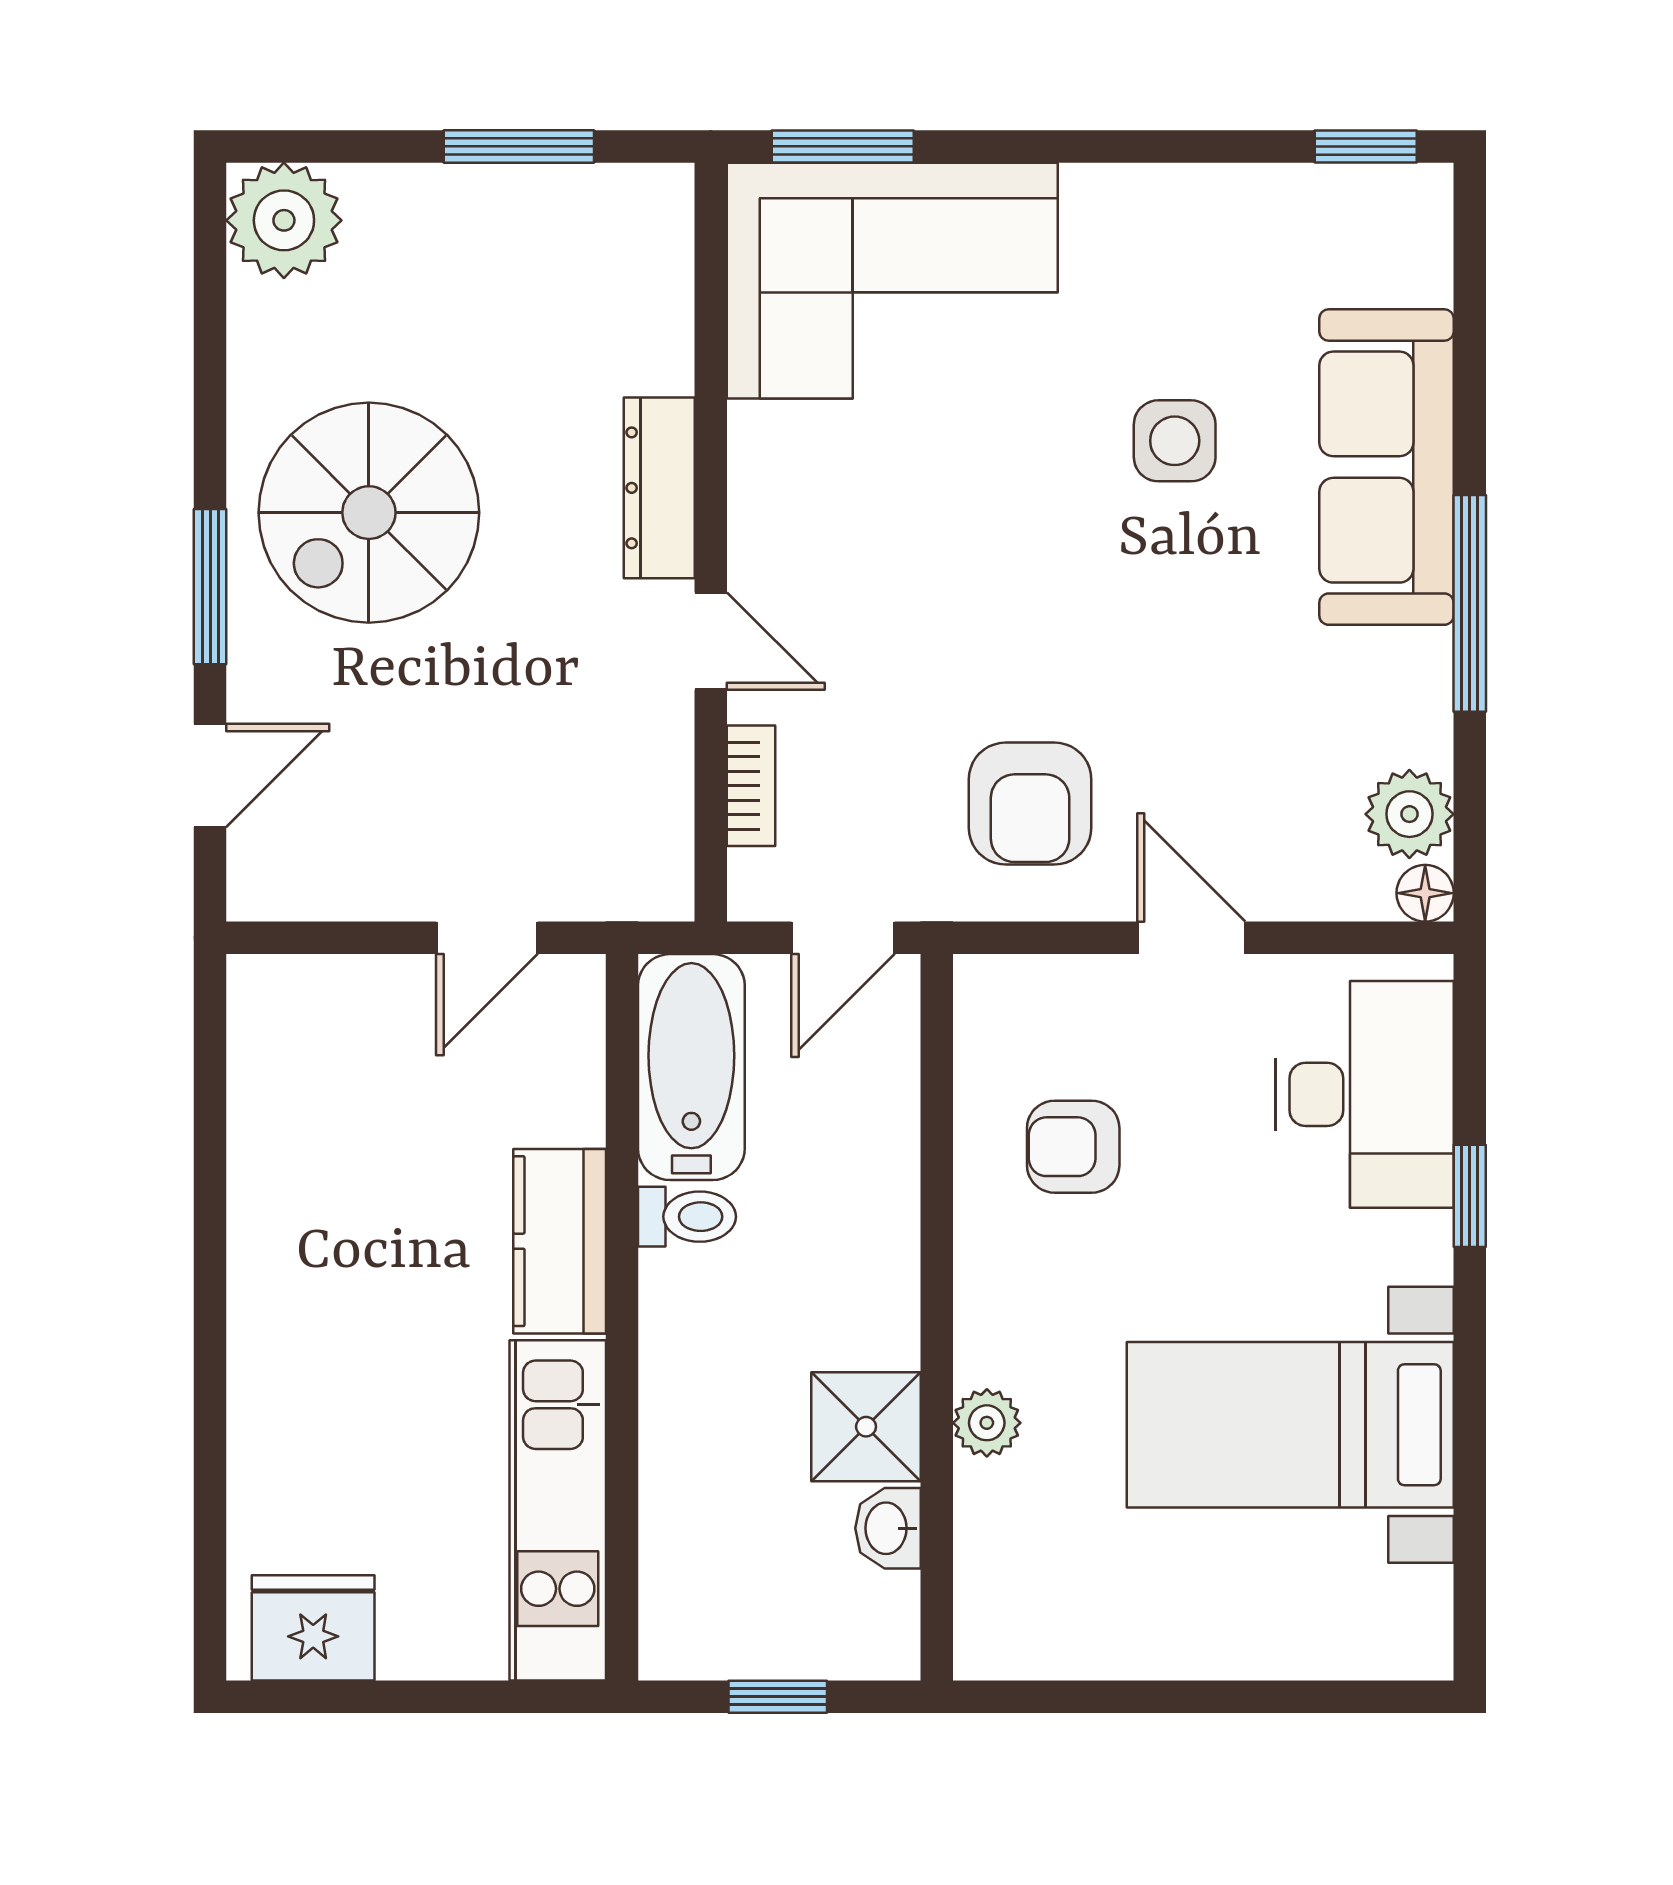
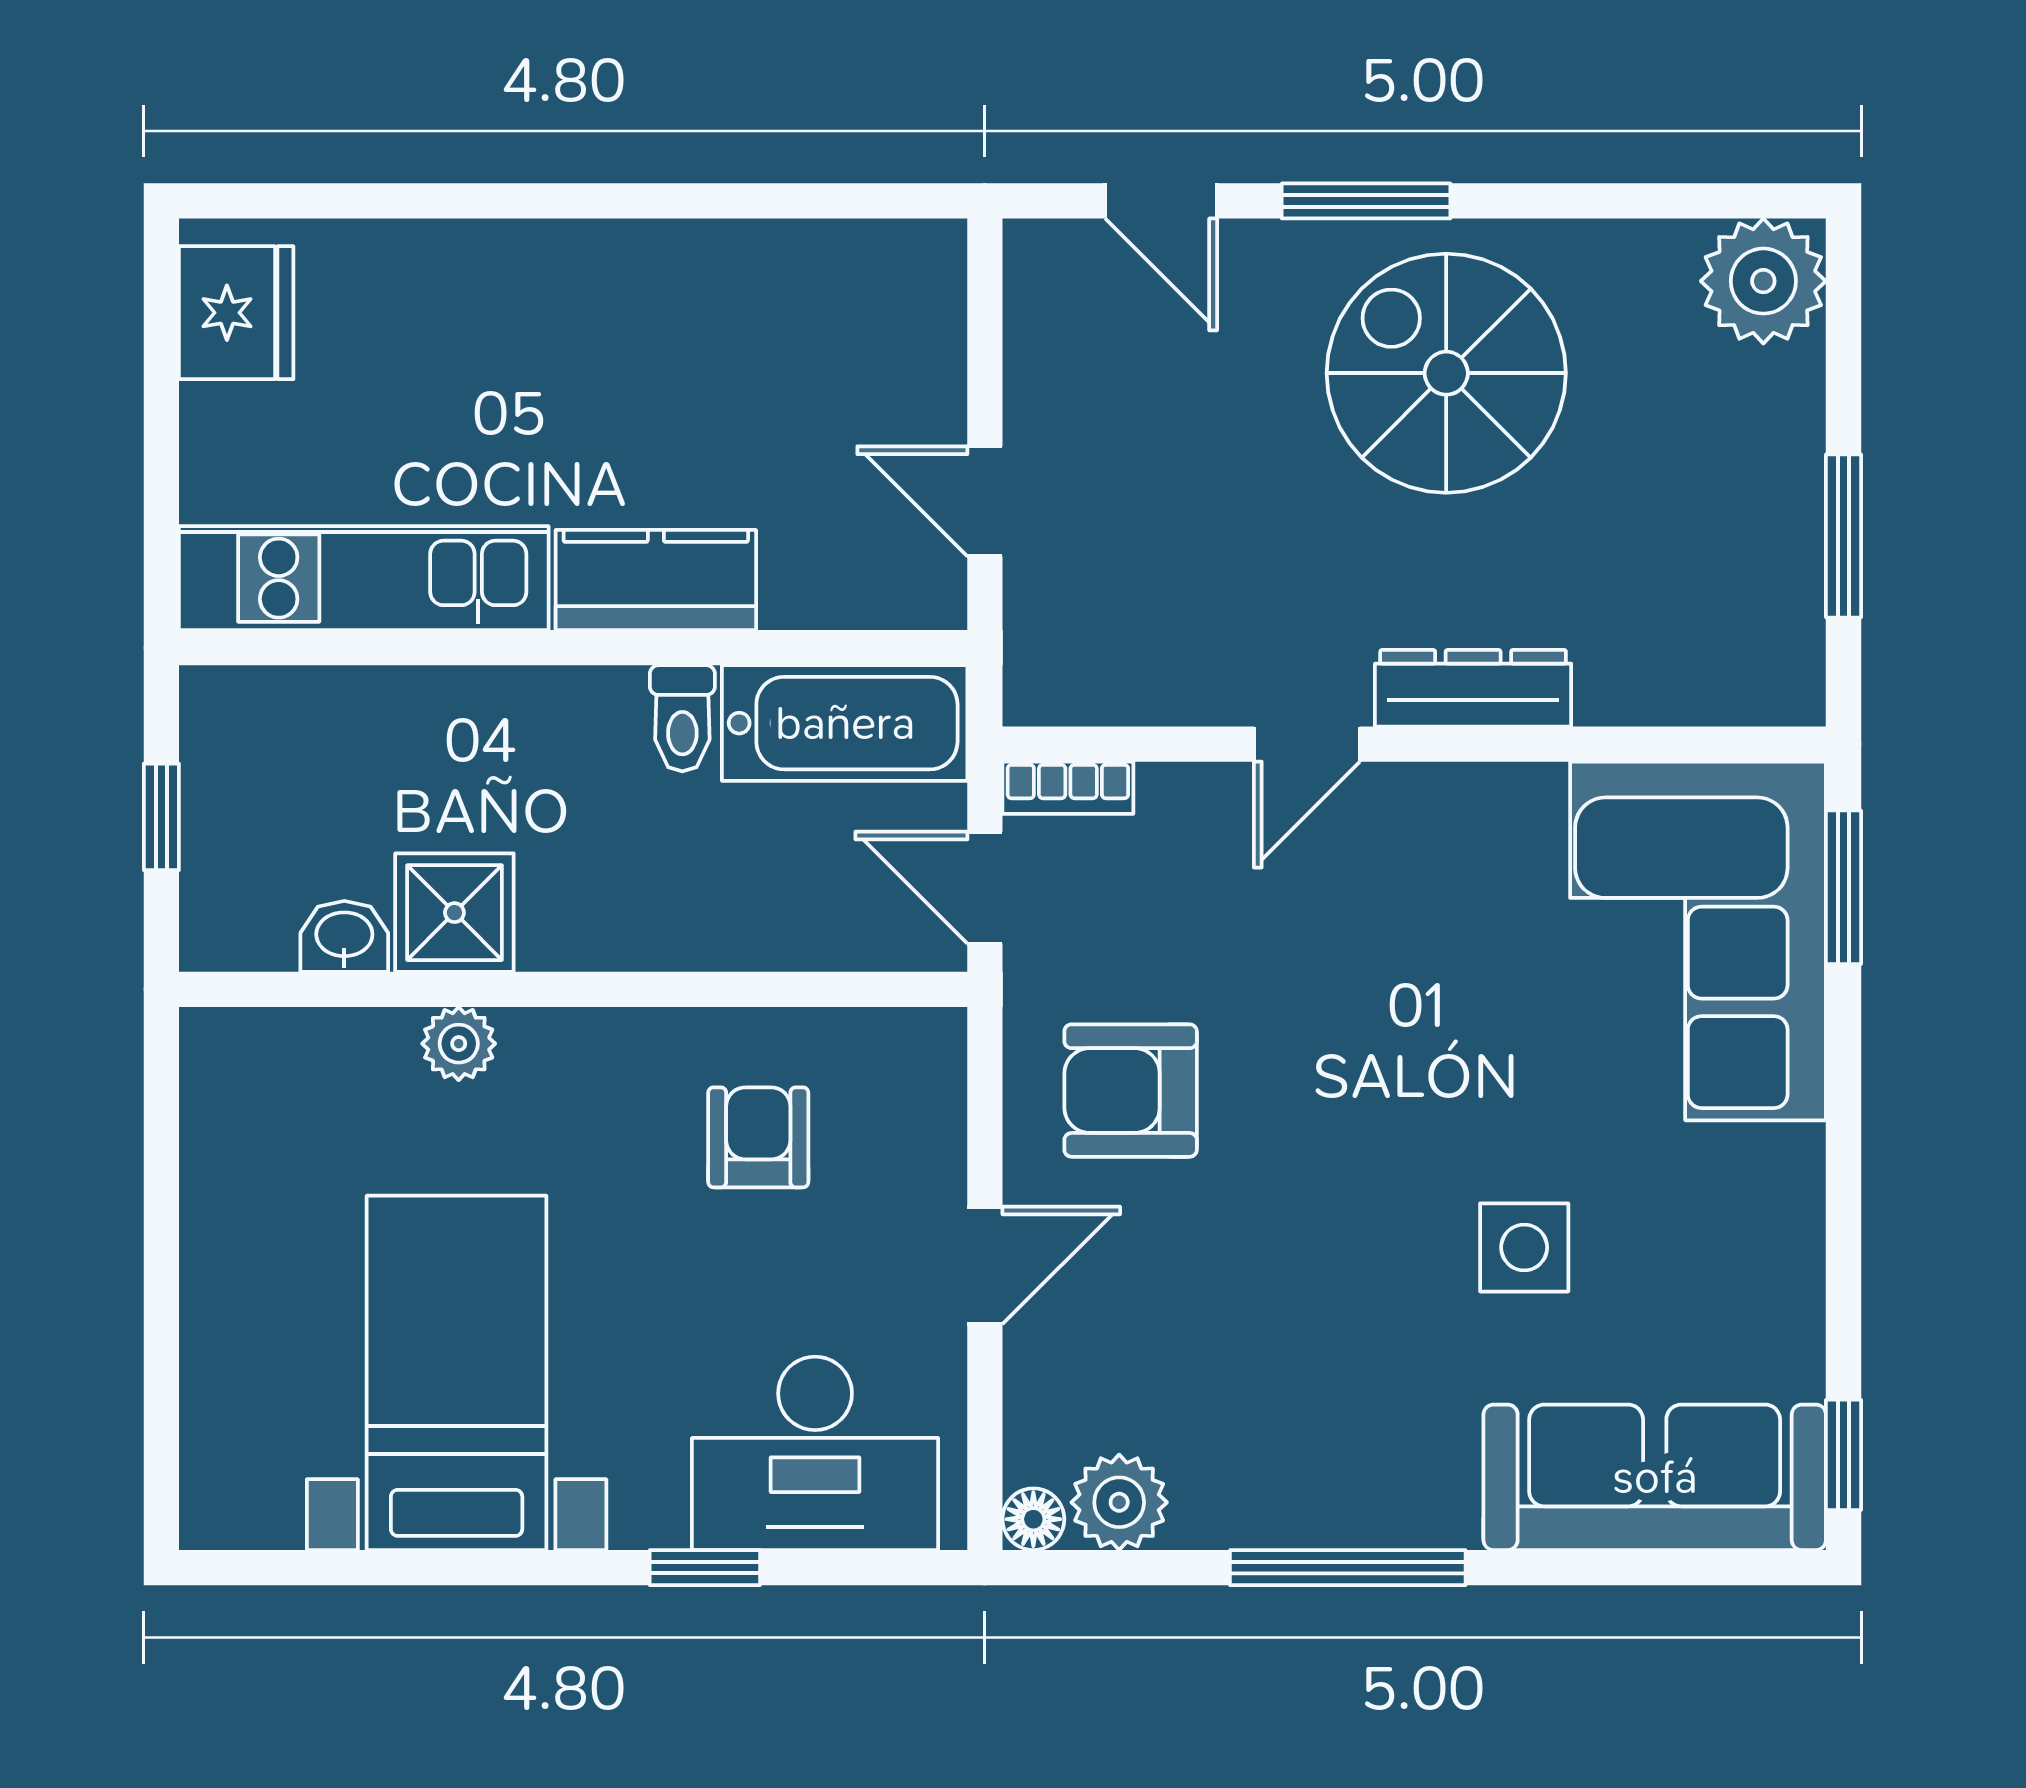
sofa: (1387, 467) -> (1655, 1477), moved
bookcase: (751, 786) -> (1068, 788), moved

